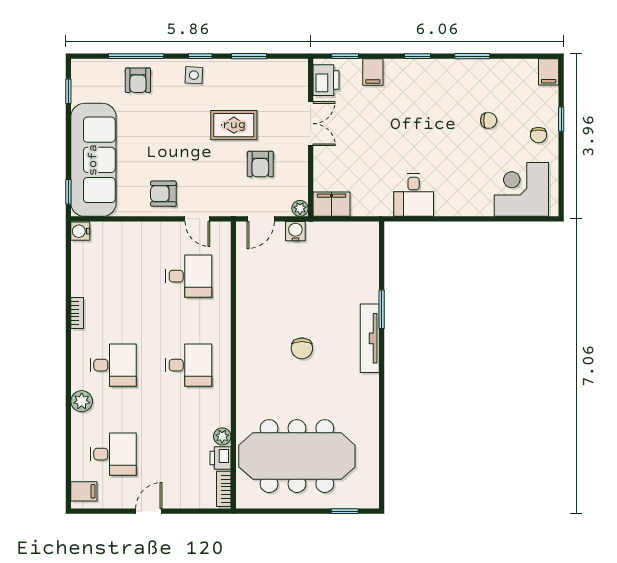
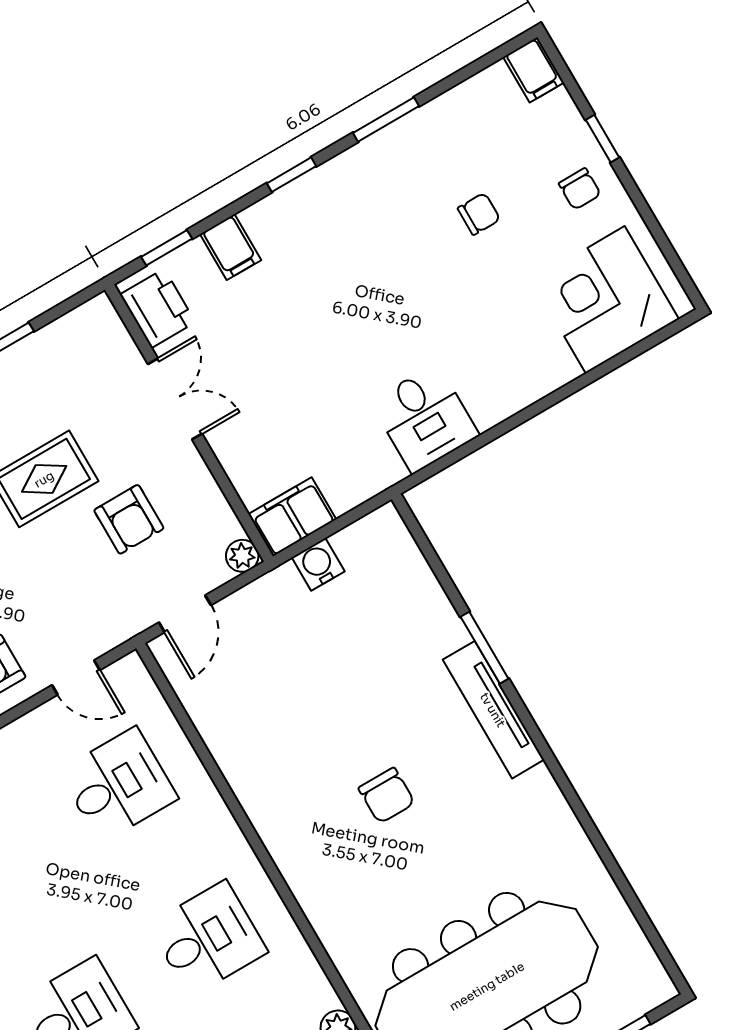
water cooler: (295, 231) -> (318, 564), moved

